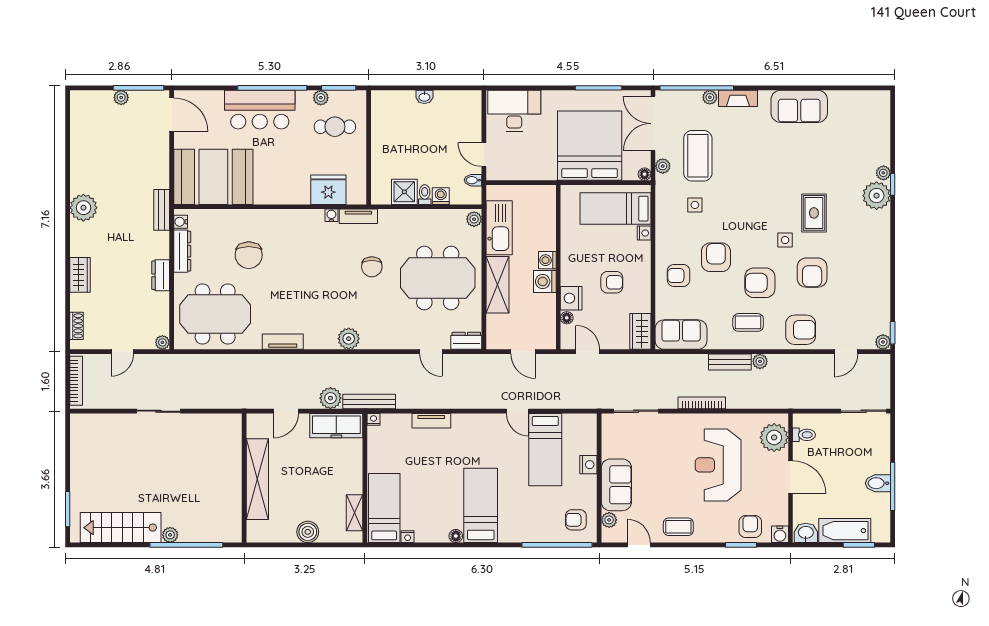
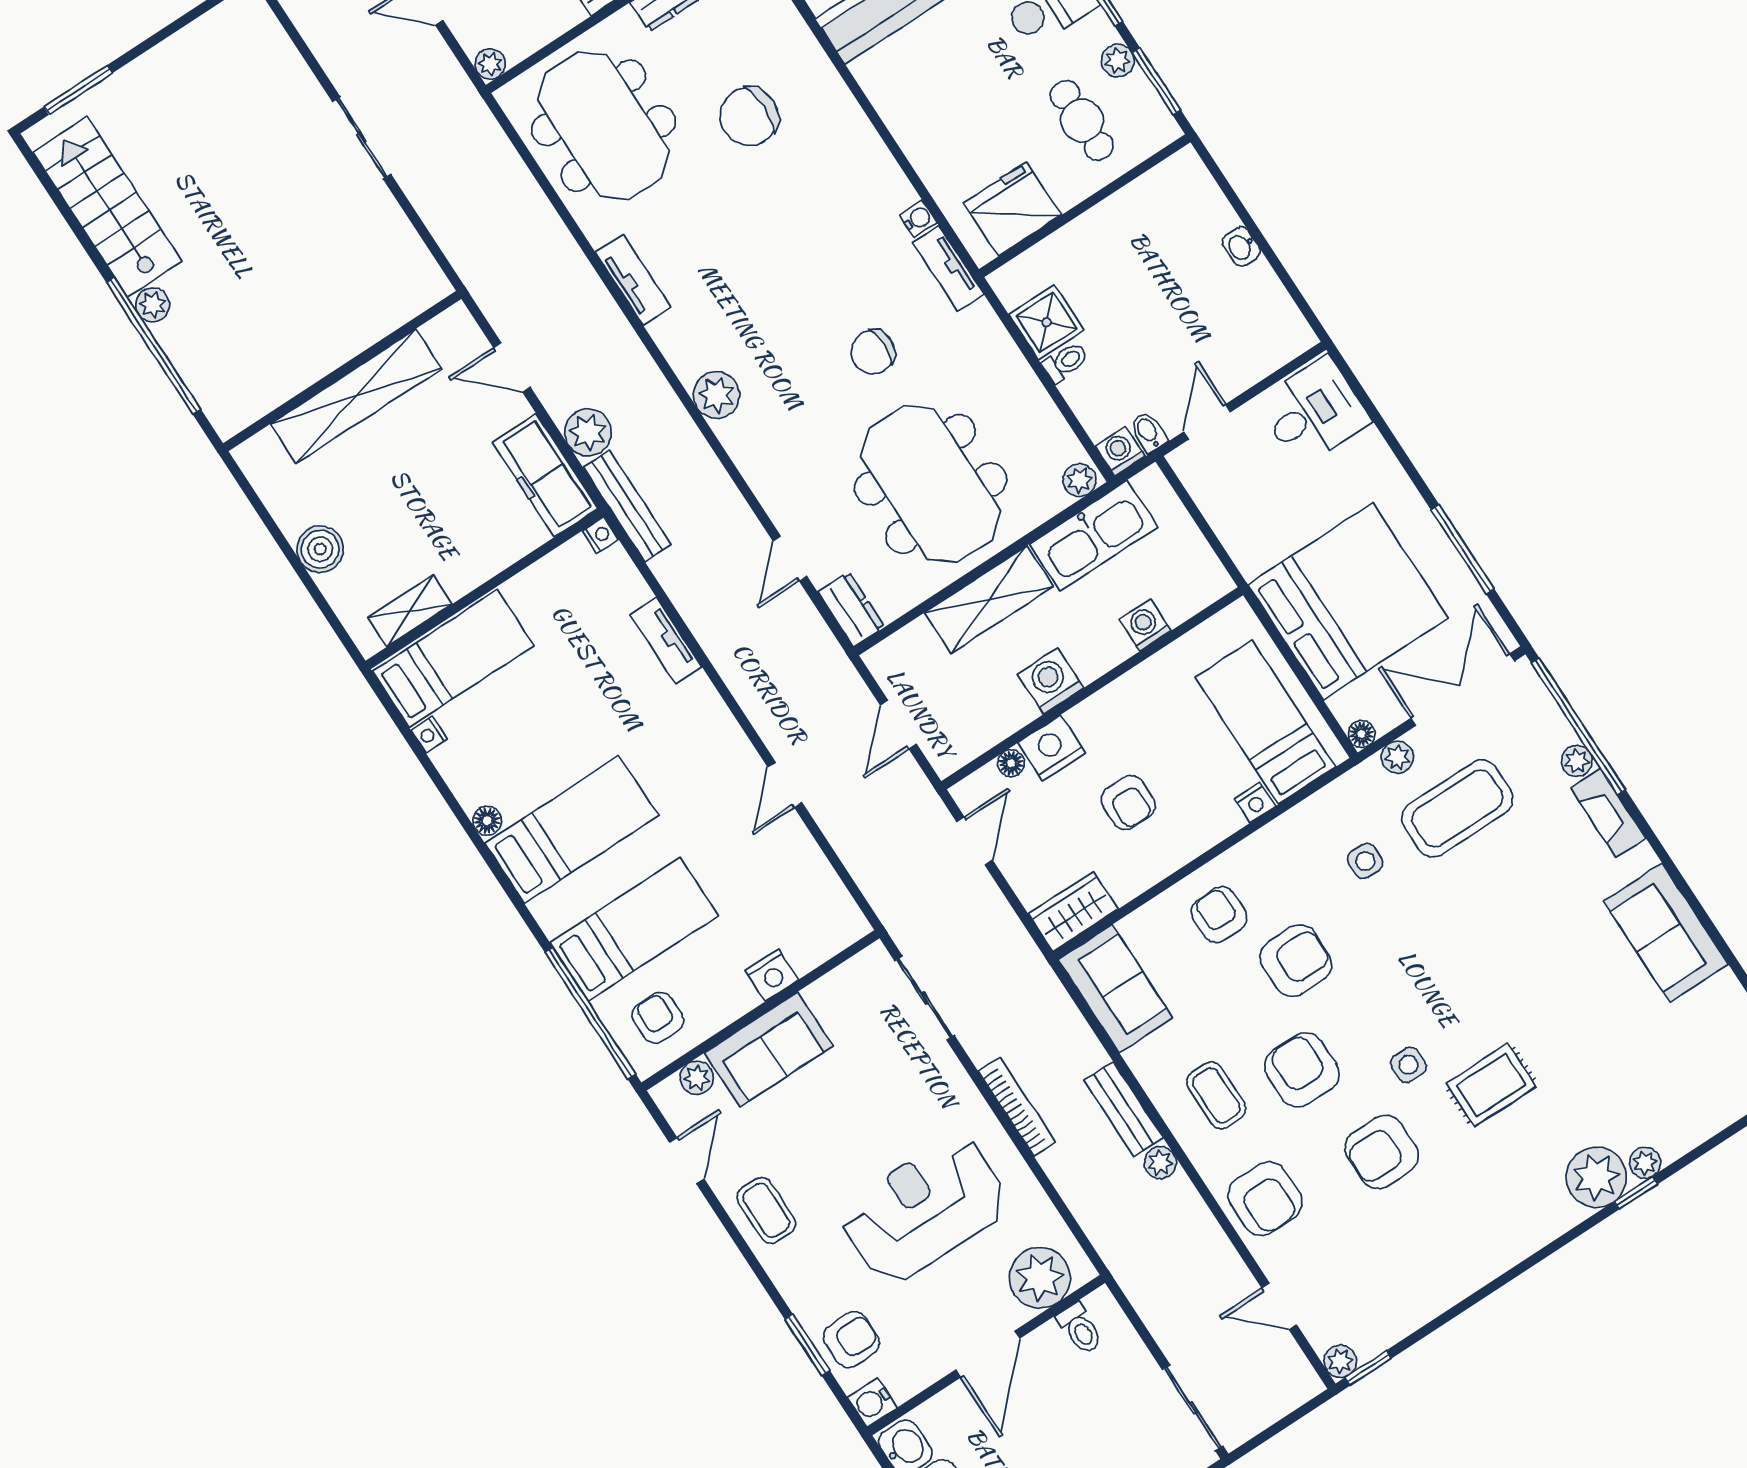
desk: (514, 111) -> (1313, 412), width x0.73
fridge: (328, 190) -> (1012, 209), moved, turned -90
washing machine: (441, 196) -> (1120, 451), moved, turned -90
washing machine: (547, 260) -> (1145, 625), moved
bed: (545, 450) -> (634, 929), moved, turned 180

